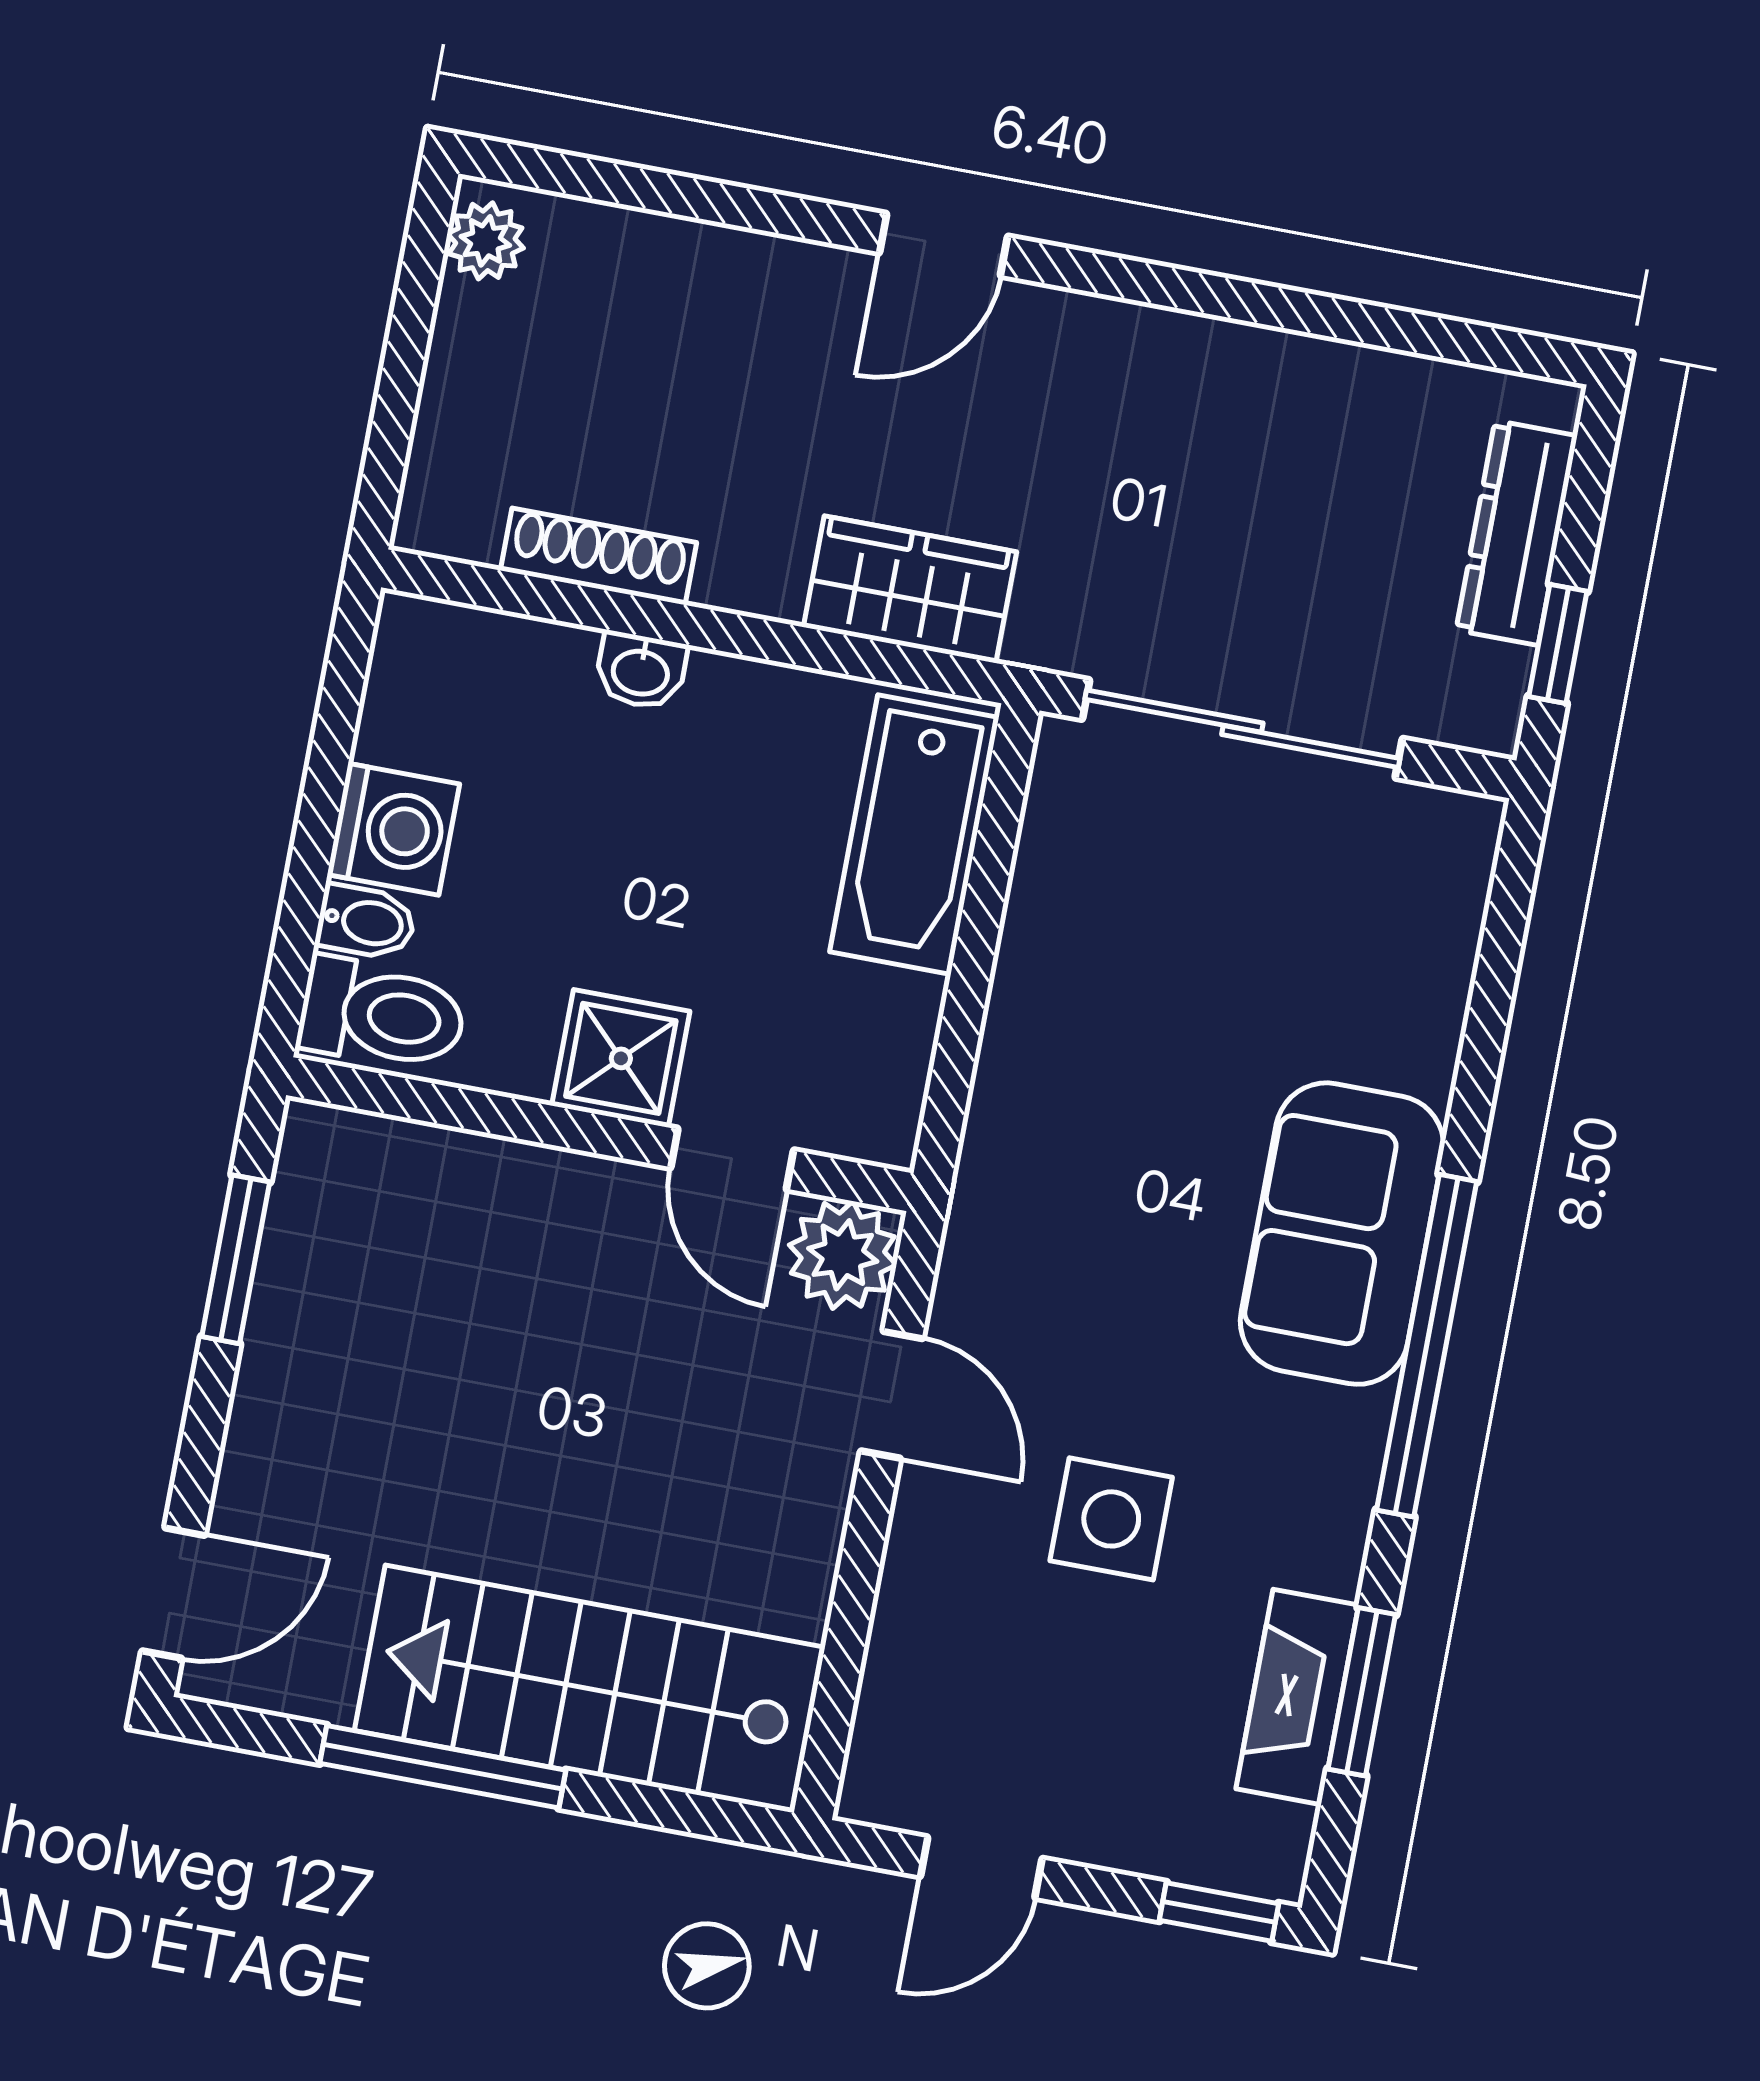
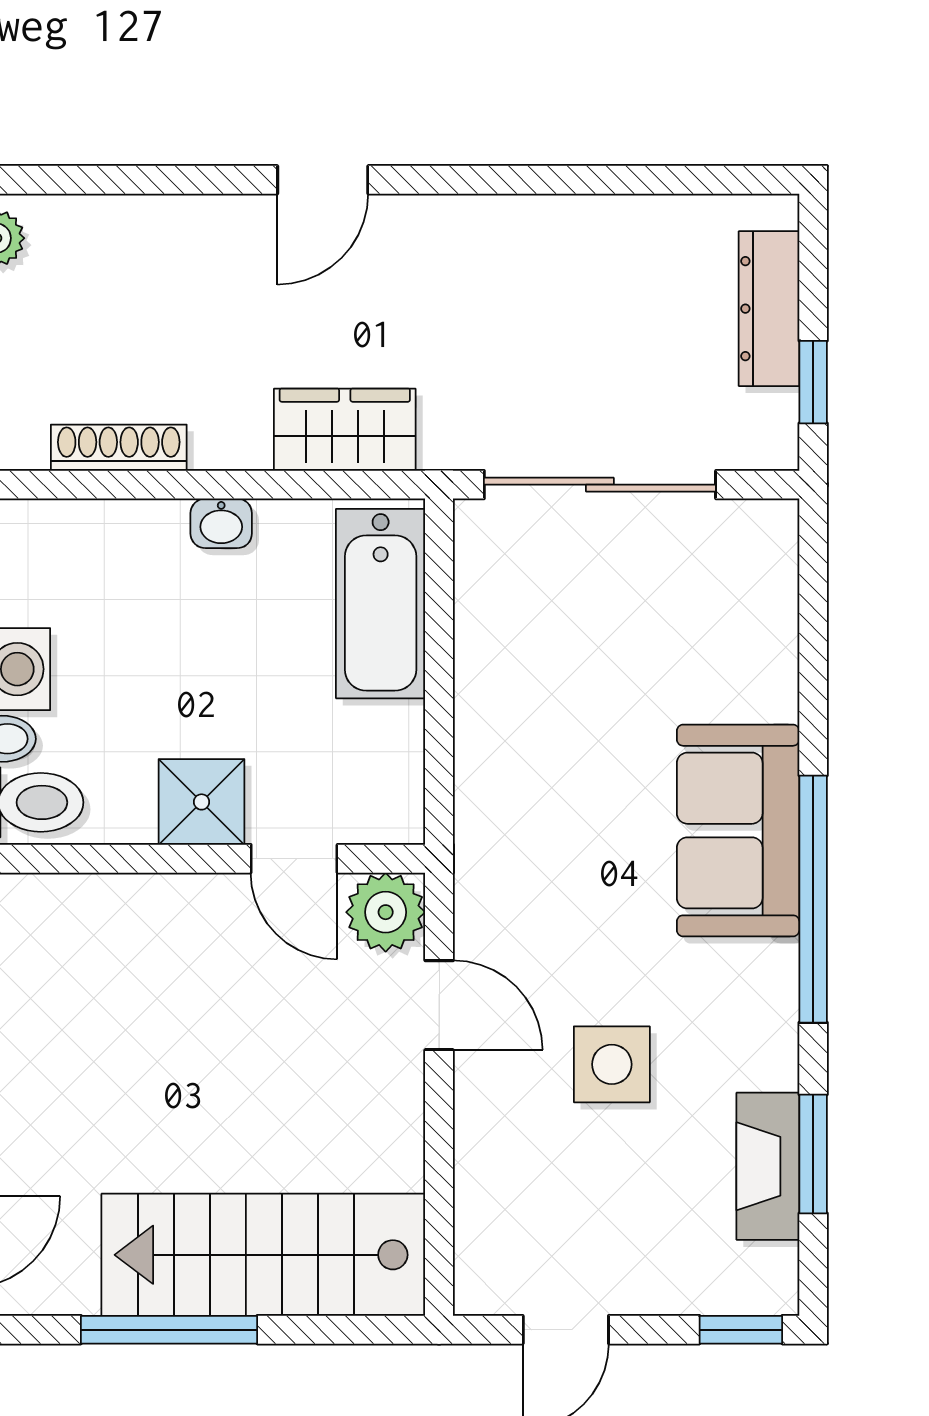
washbasin: (641, 671) -> (221, 523), moved

